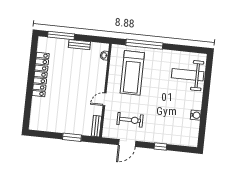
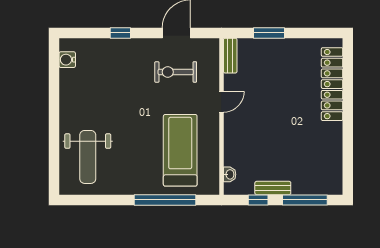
window: (89, 38) -> (258, 200), added
locker: (41, 74) -> (332, 84), moved
weight bench: (188, 75) -> (88, 157), turned 90
water cooler: (196, 115) -> (67, 60), moved

